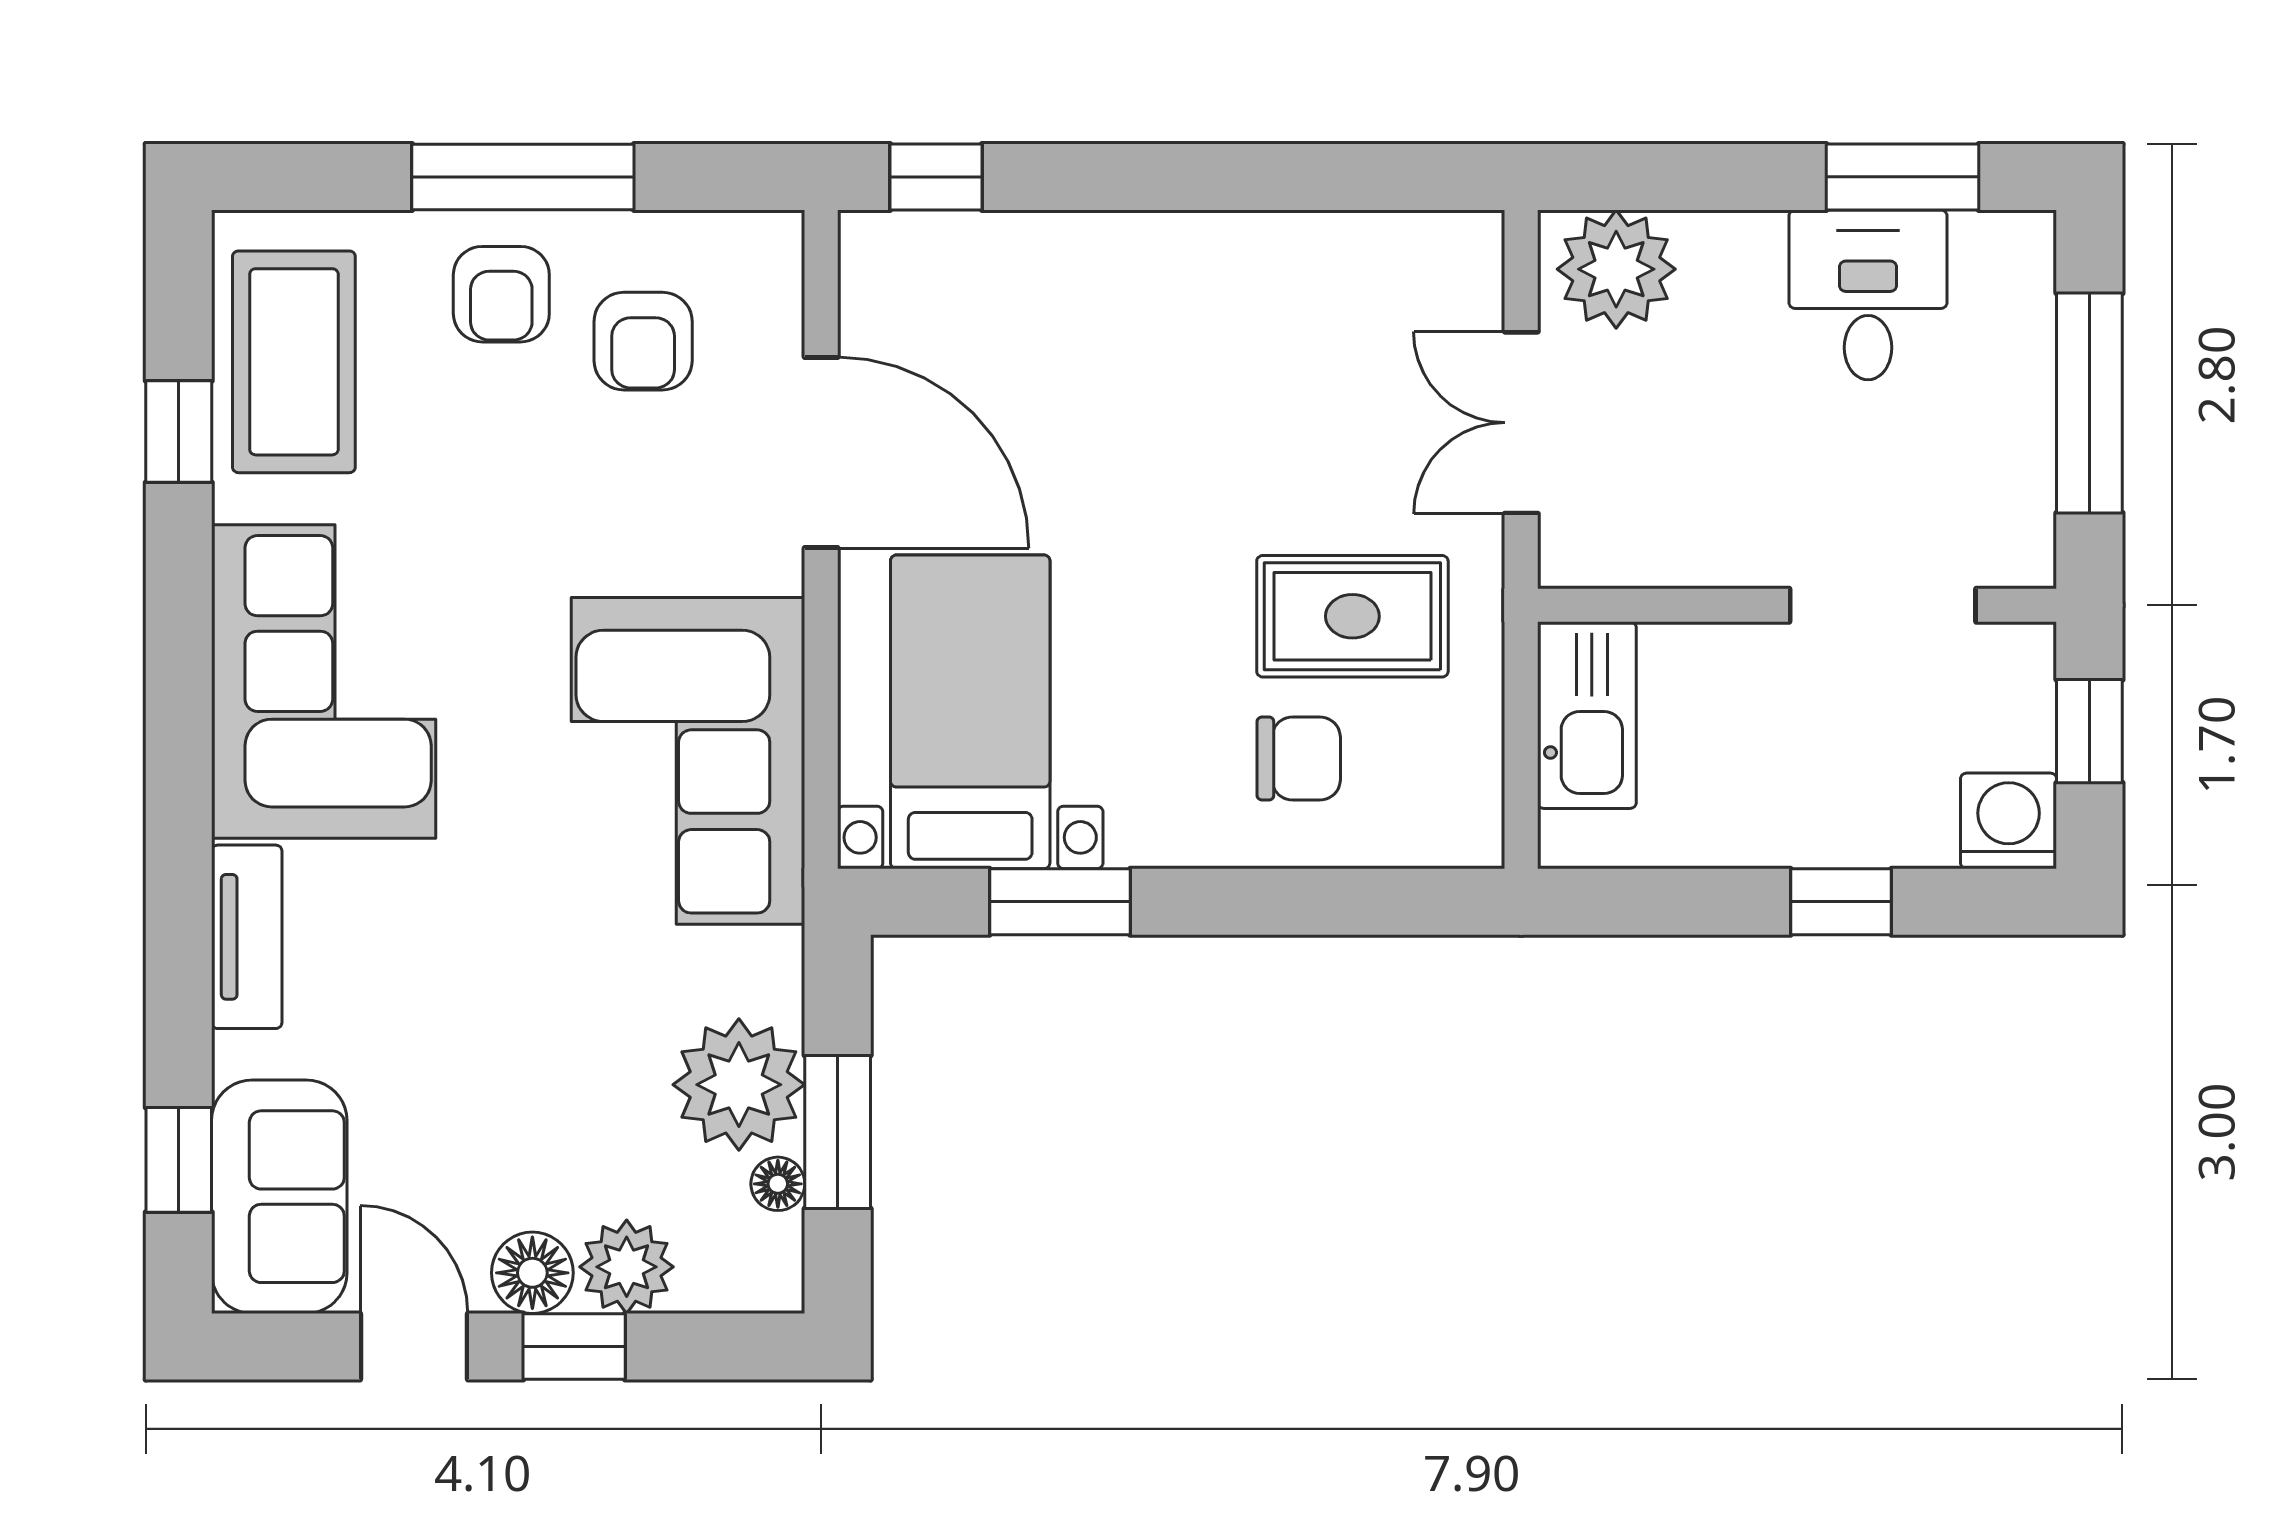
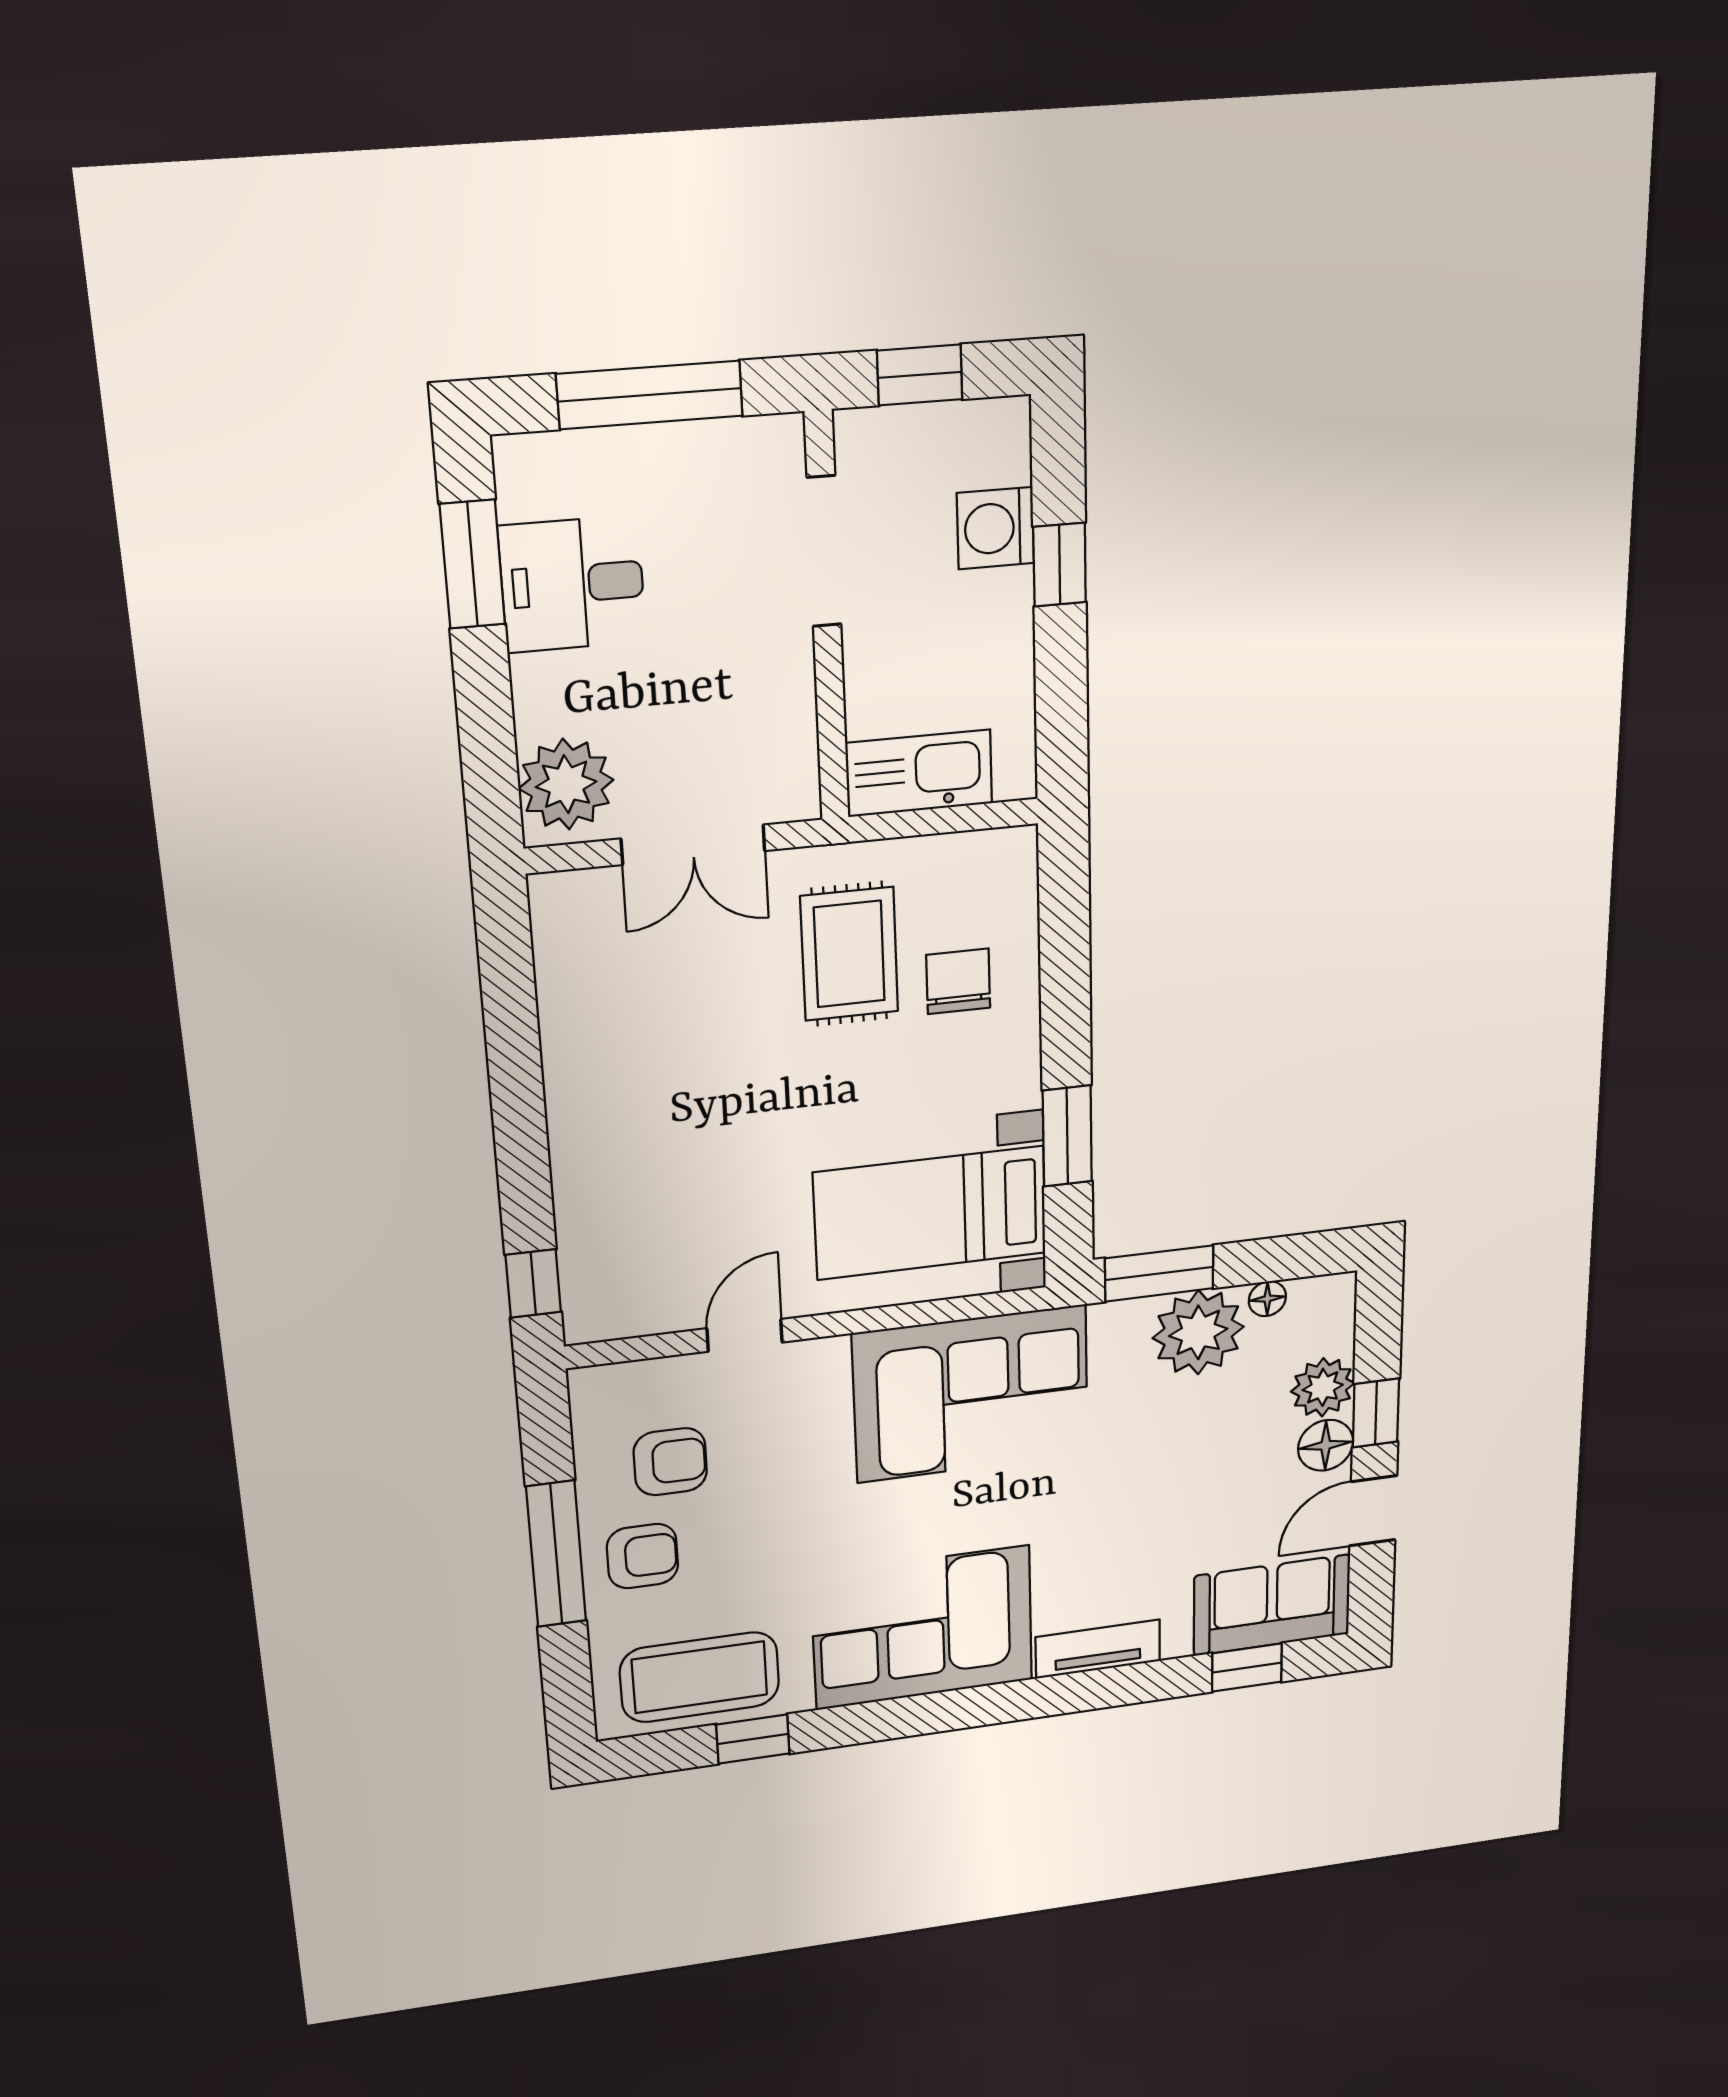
door: (821, 453) -> (745, 1335), width x0.53
washing machine: (2009, 821) -> (995, 528), moved
window: (838, 1132) -> (1159, 1273), moved

